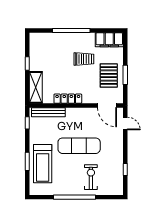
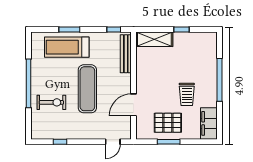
locker: (68, 99) -> (141, 76), removed
door: (107, 105) -> (134, 105), moved

